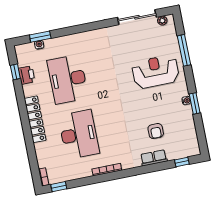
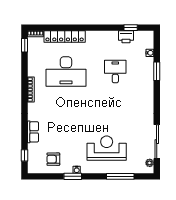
window: (40, 37) -> (157, 71), moved
reception desk: (155, 72) -> (107, 148), turned -90
desk: (68, 79) -> (115, 71), width x0.53, depth x0.77
locker: (35, 119) -> (65, 37), moved
armchair: (156, 131) -> (53, 159), moved

